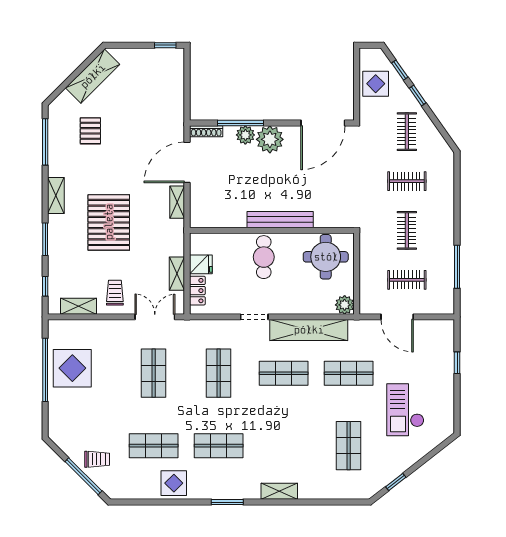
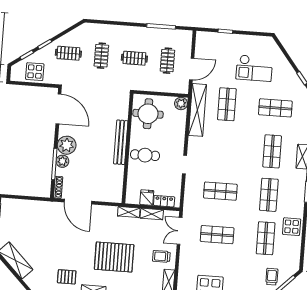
pallet: (90, 131) -> (67, 277), moved
shelving: (177, 202) -> (129, 212), moved
shelving: (309, 330) -> (197, 110), moved
shop shelf: (284, 373) -> (272, 151), moved

